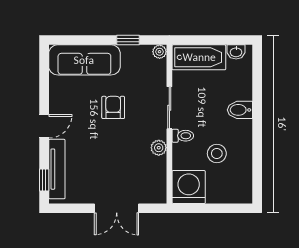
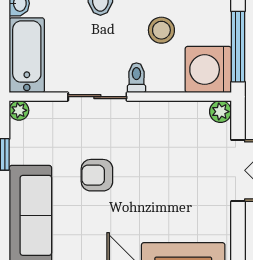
plant: (159, 148) -> (220, 112), moved
window: (205, 208) -> (238, 47), added

